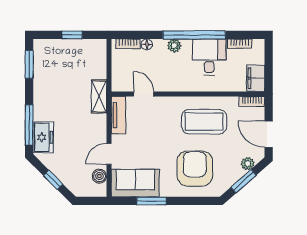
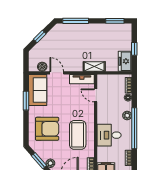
desk: (209, 57) -> (109, 135), moved, turned 180
door: (144, 94) -> (96, 95), swing flipped
freezer: (43, 137) -> (125, 61), moved, turned 90

